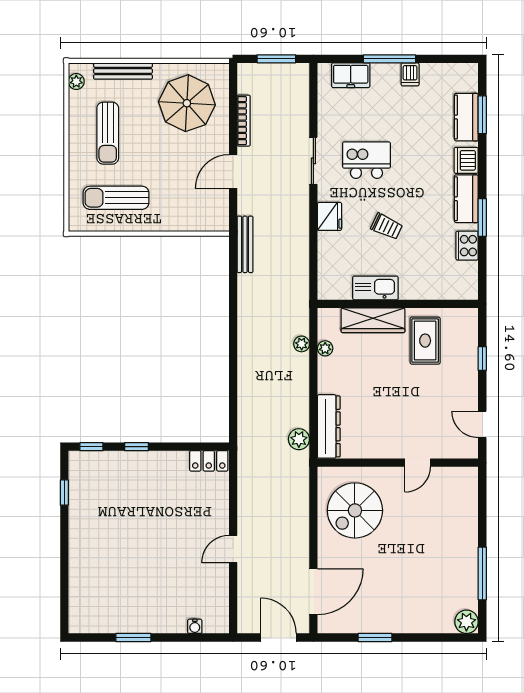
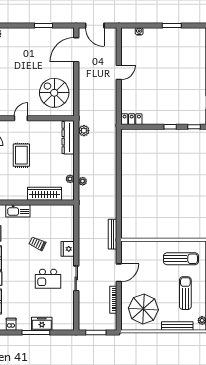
dishwasher: (410, 74) -> (11, 324), moved
freezer: (351, 75) -> (42, 324), moved
kitchen sink: (375, 288) -> (18, 211), moved
rug: (425, 341) -> (21, 155), moved
spiral stairs: (355, 510) -> (54, 93), turned -90

